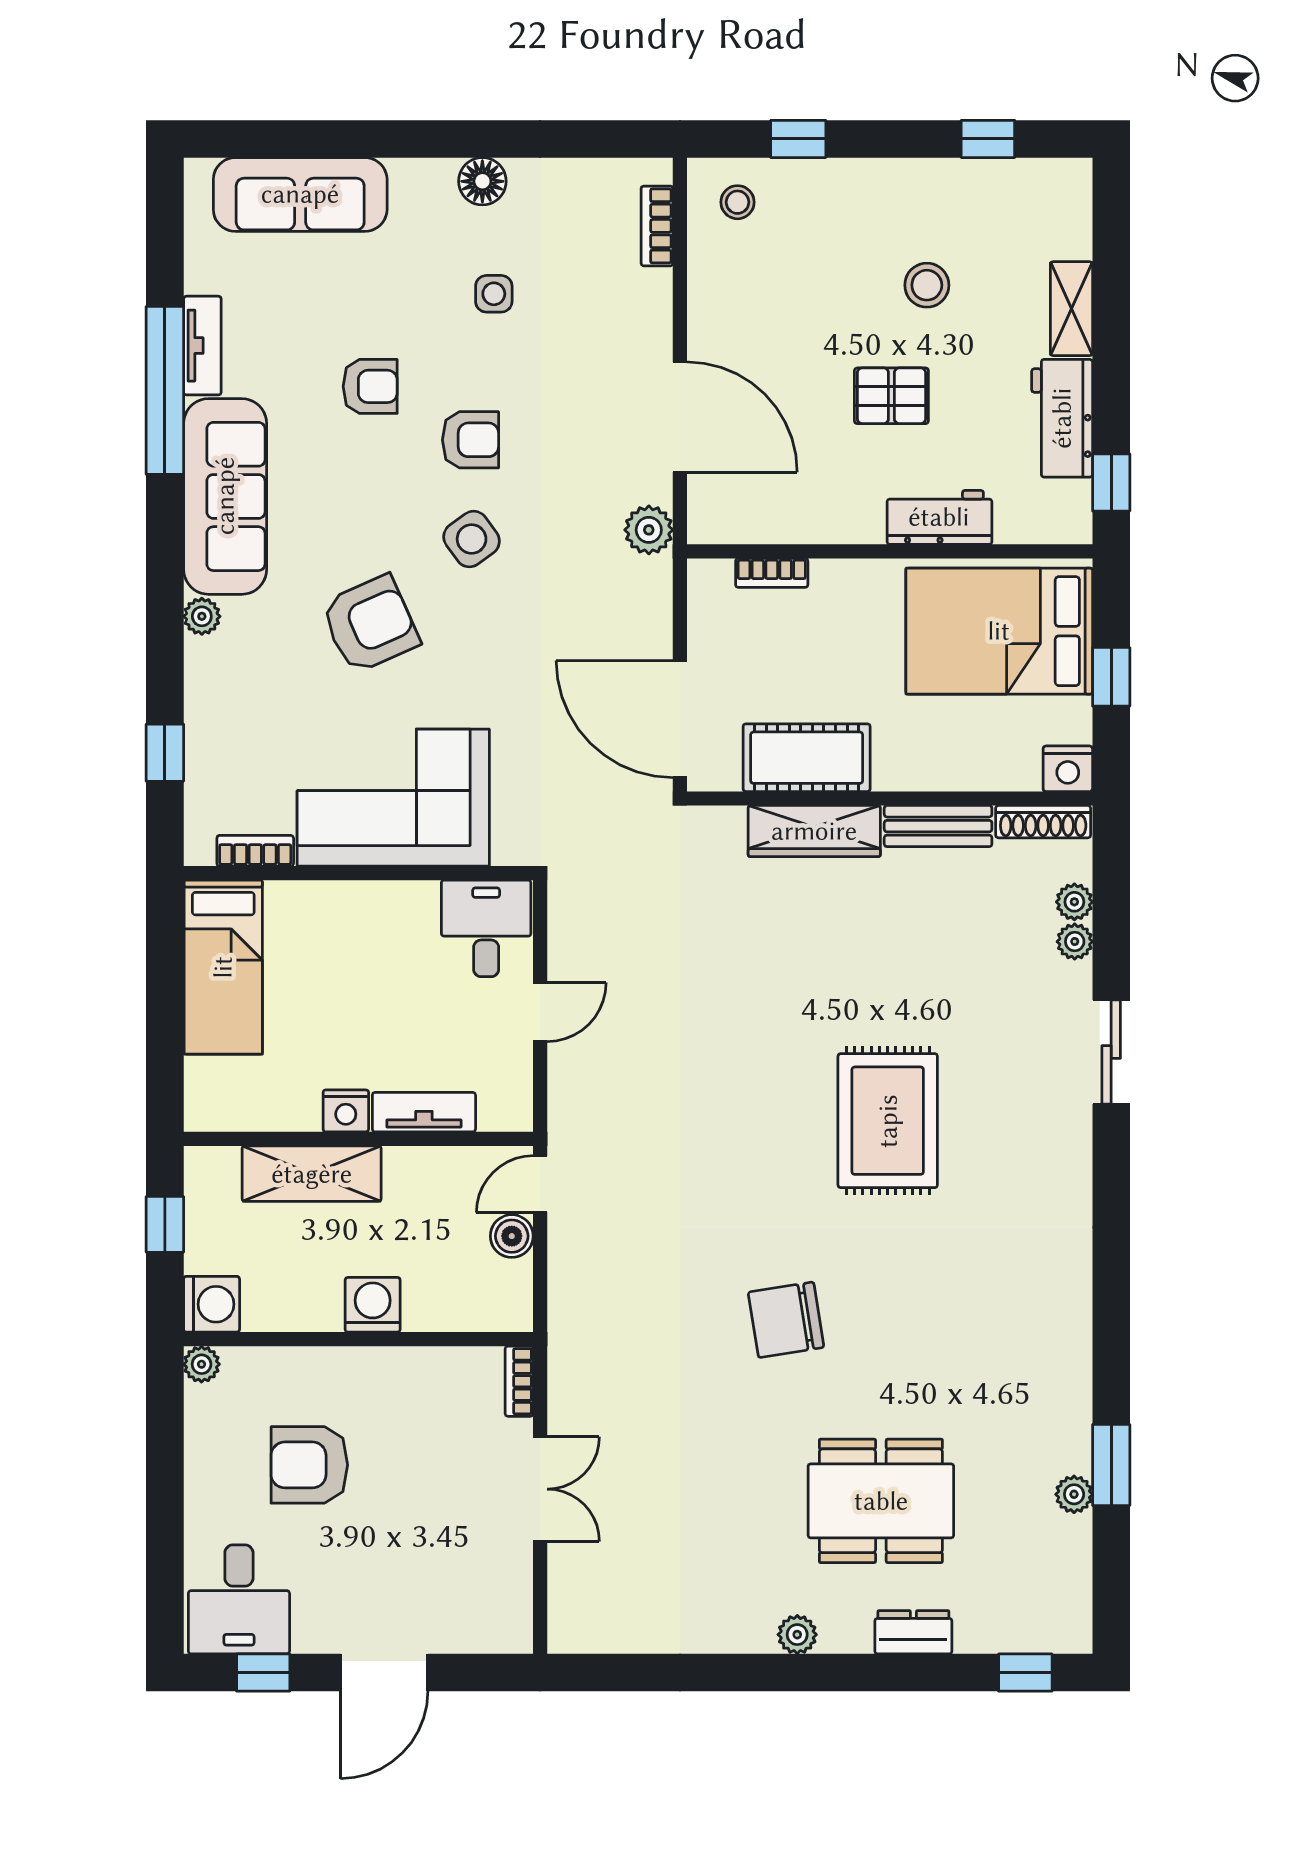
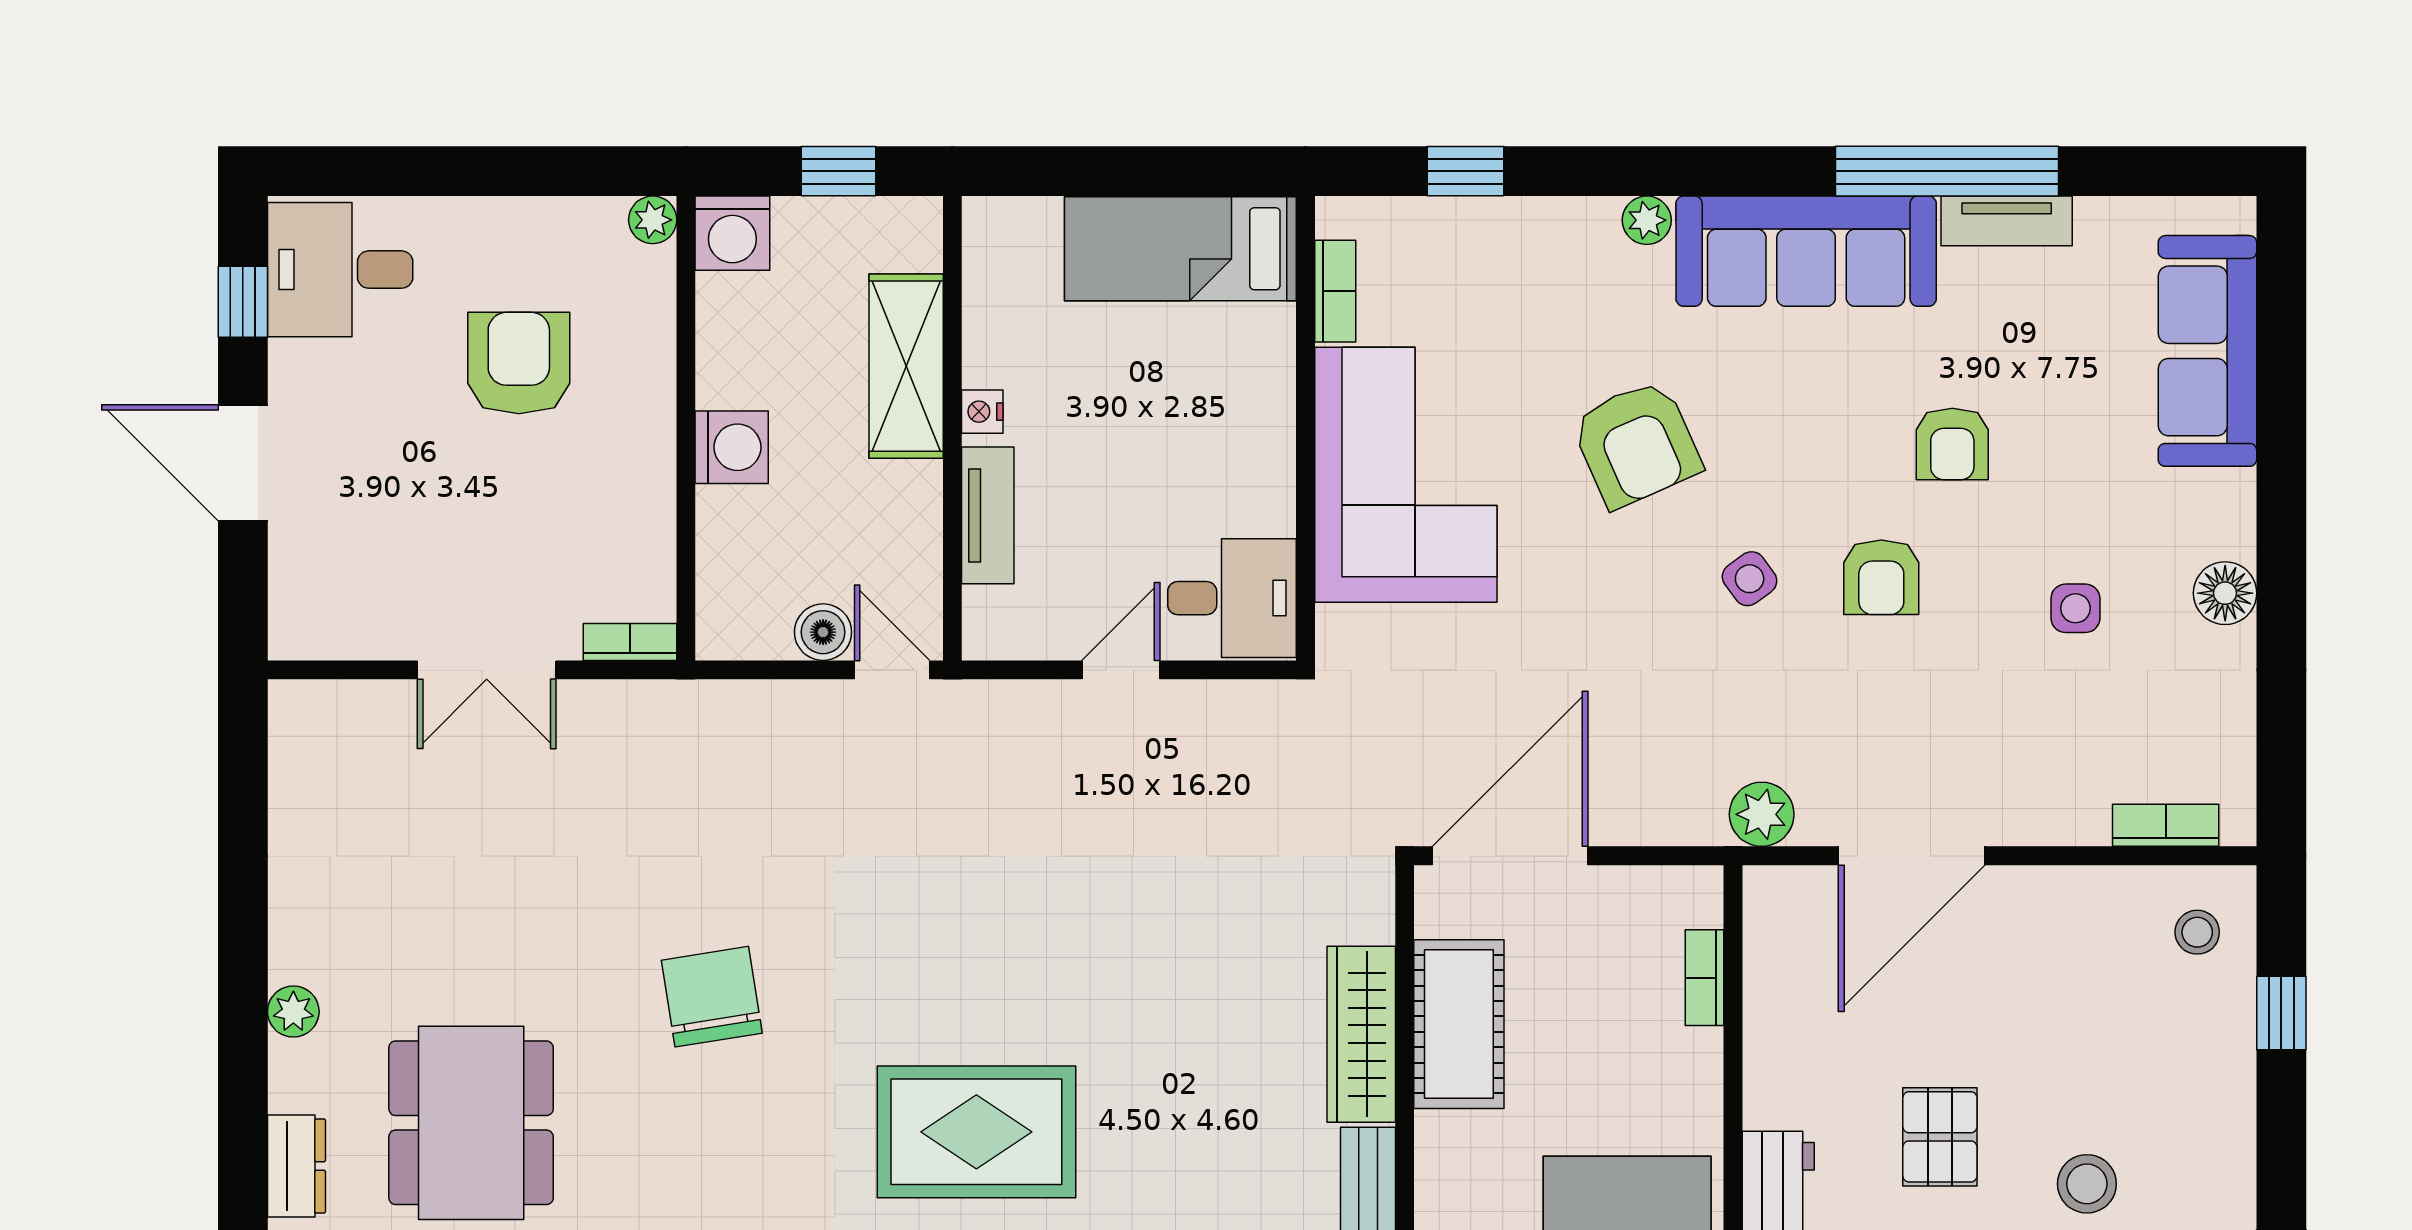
side table: (472, 539) -> (1750, 579), width x0.73, depth x0.73
door: (540, 1012) -> (1121, 670), swing flipped
nightstand: (346, 1111) -> (982, 412), width x0.72, depth x0.74

